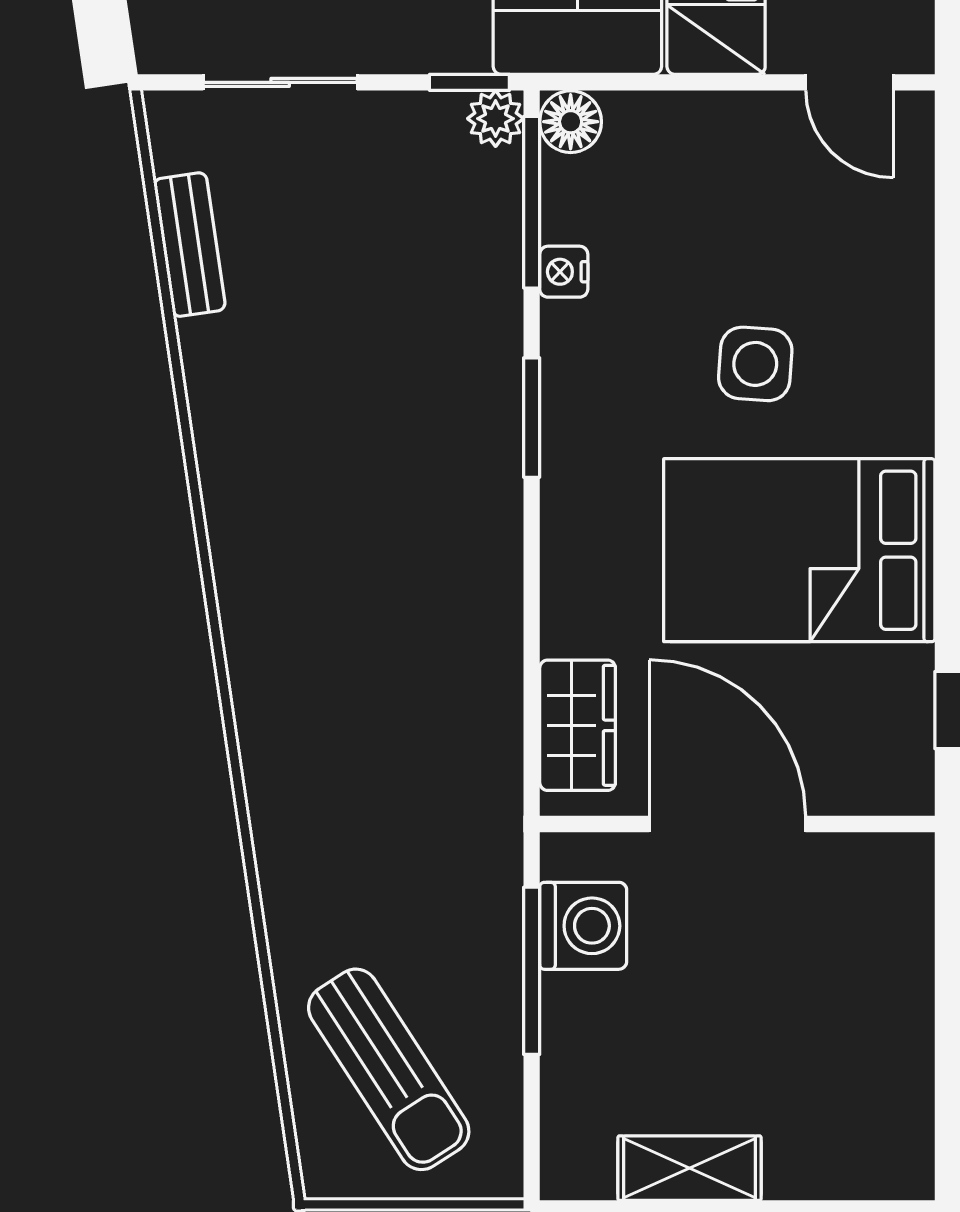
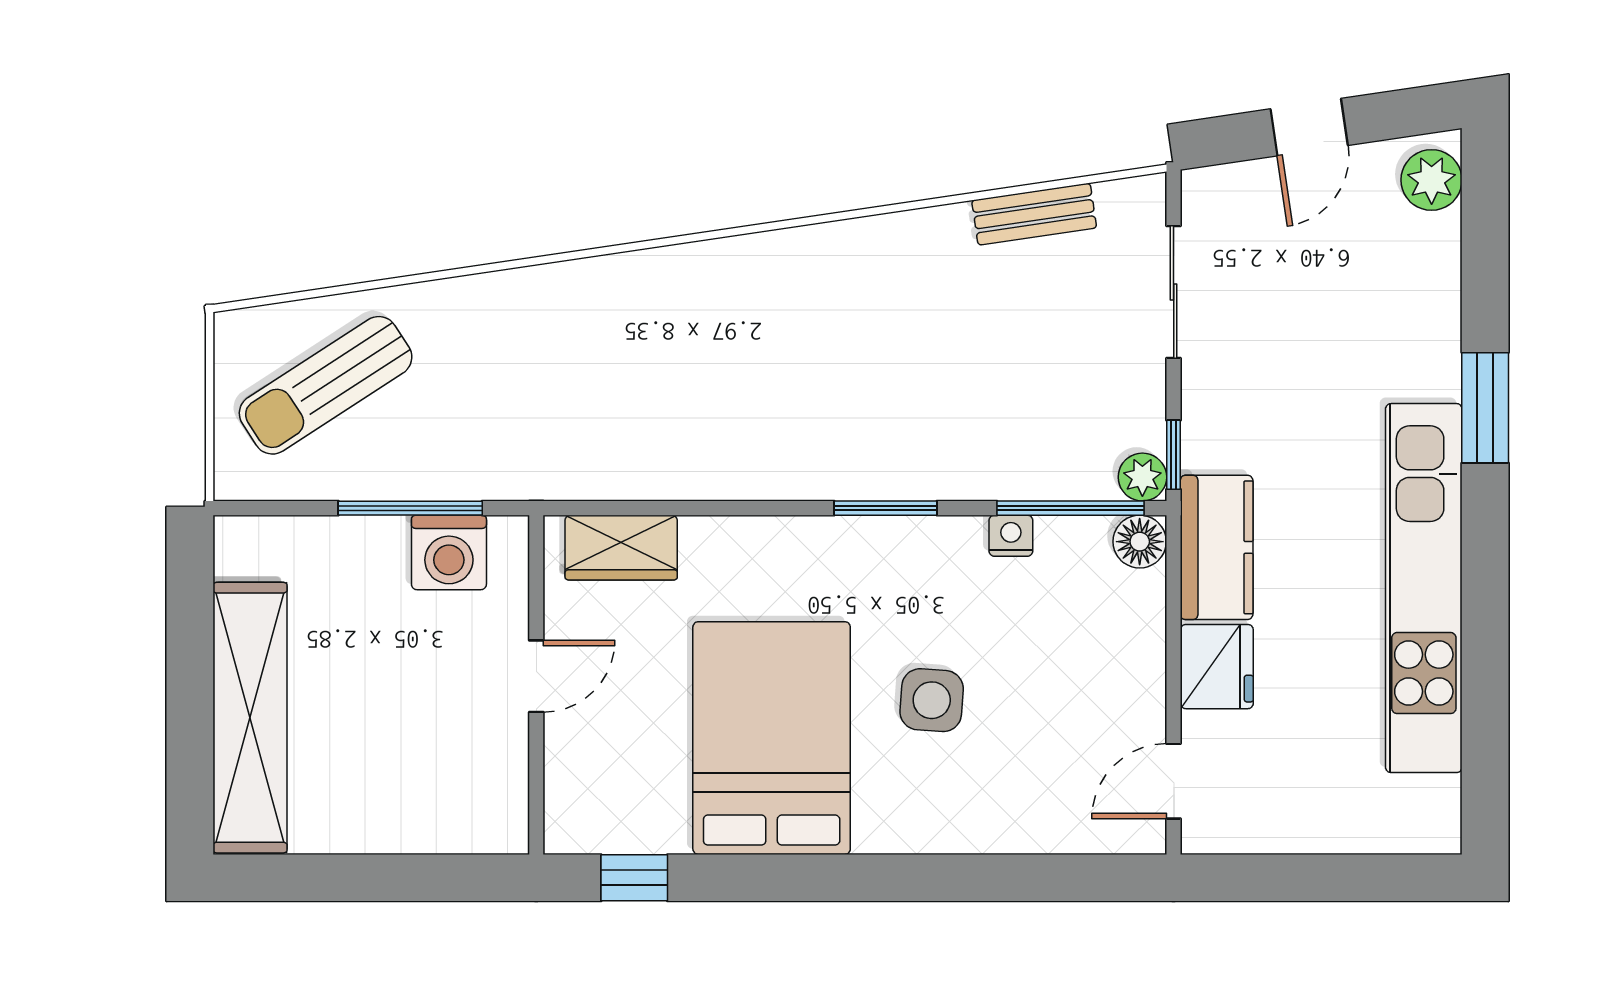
door: (727, 824) -> (536, 676), width x0.53
shelving: (690, 1168) -> (250, 718), width x2.20, depth x1.33

